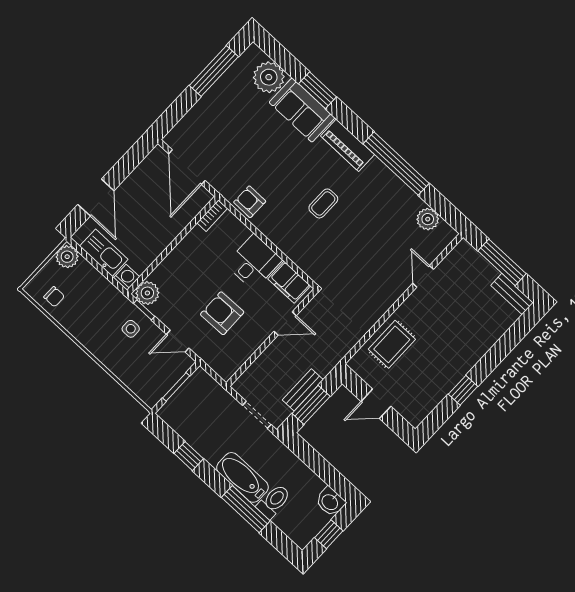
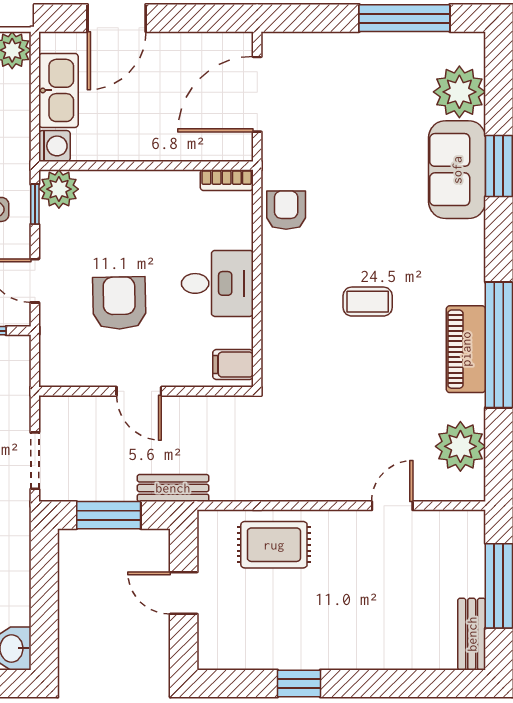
piano: (347, 145) -> (466, 349), moved
plant: (428, 219) -> (460, 446), width x1.36, depth x1.36
filing cabinet: (289, 282) -> (233, 365), width x0.50
door: (285, 323) -> (139, 391), moved
bench: (303, 390) -> (173, 488), moved

